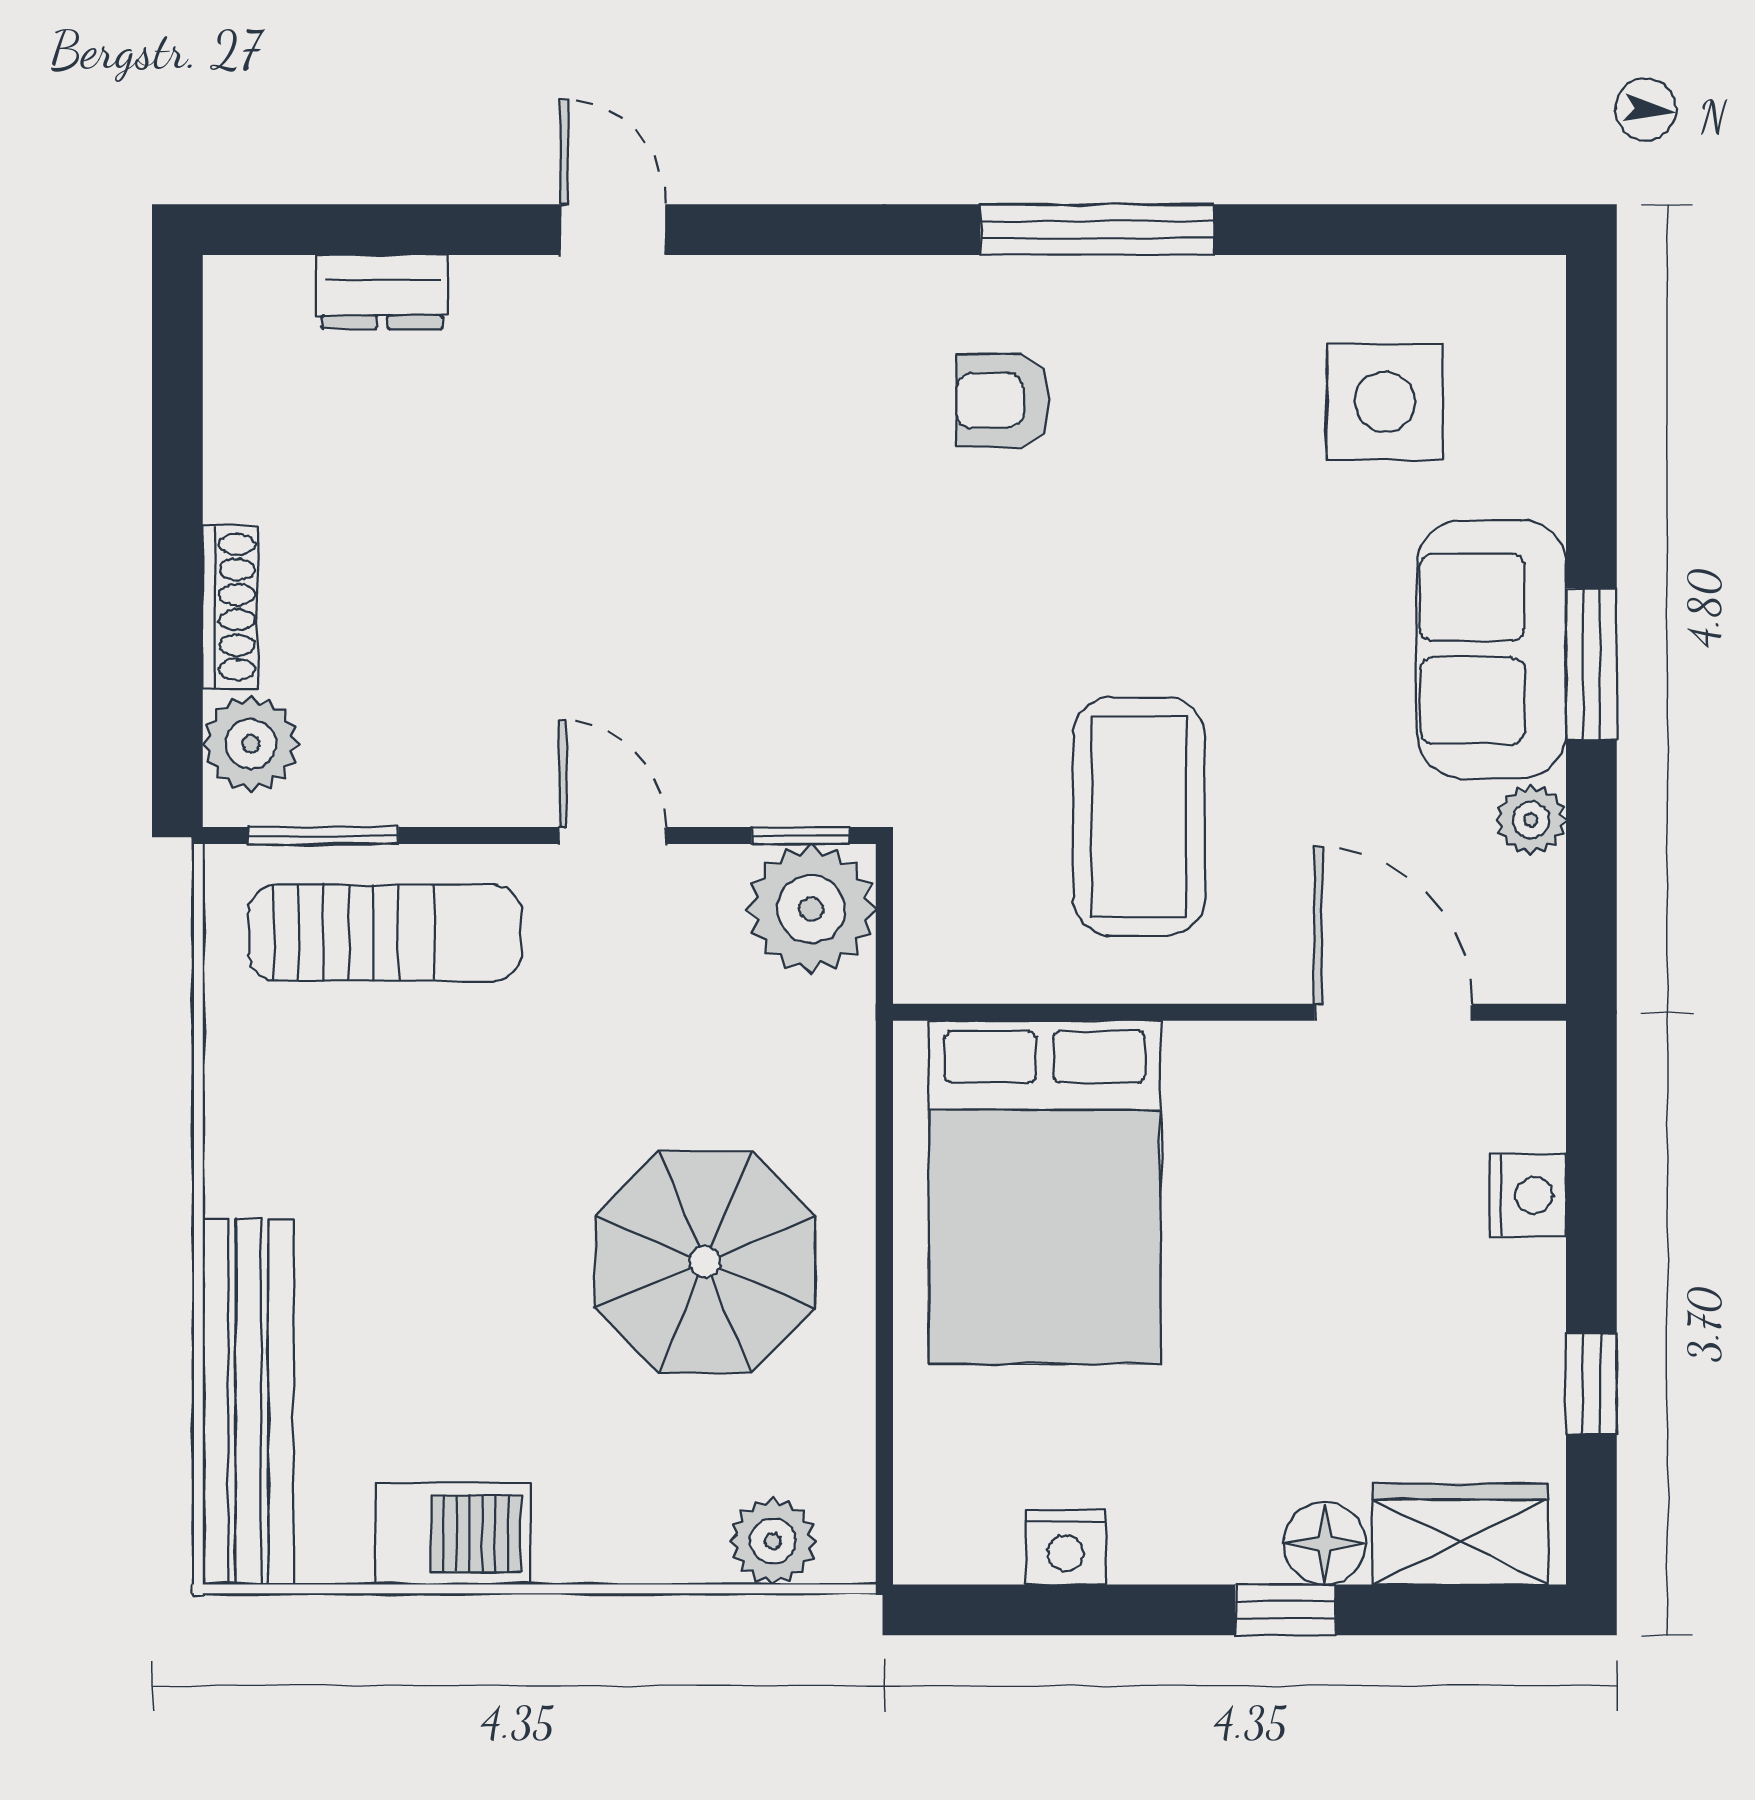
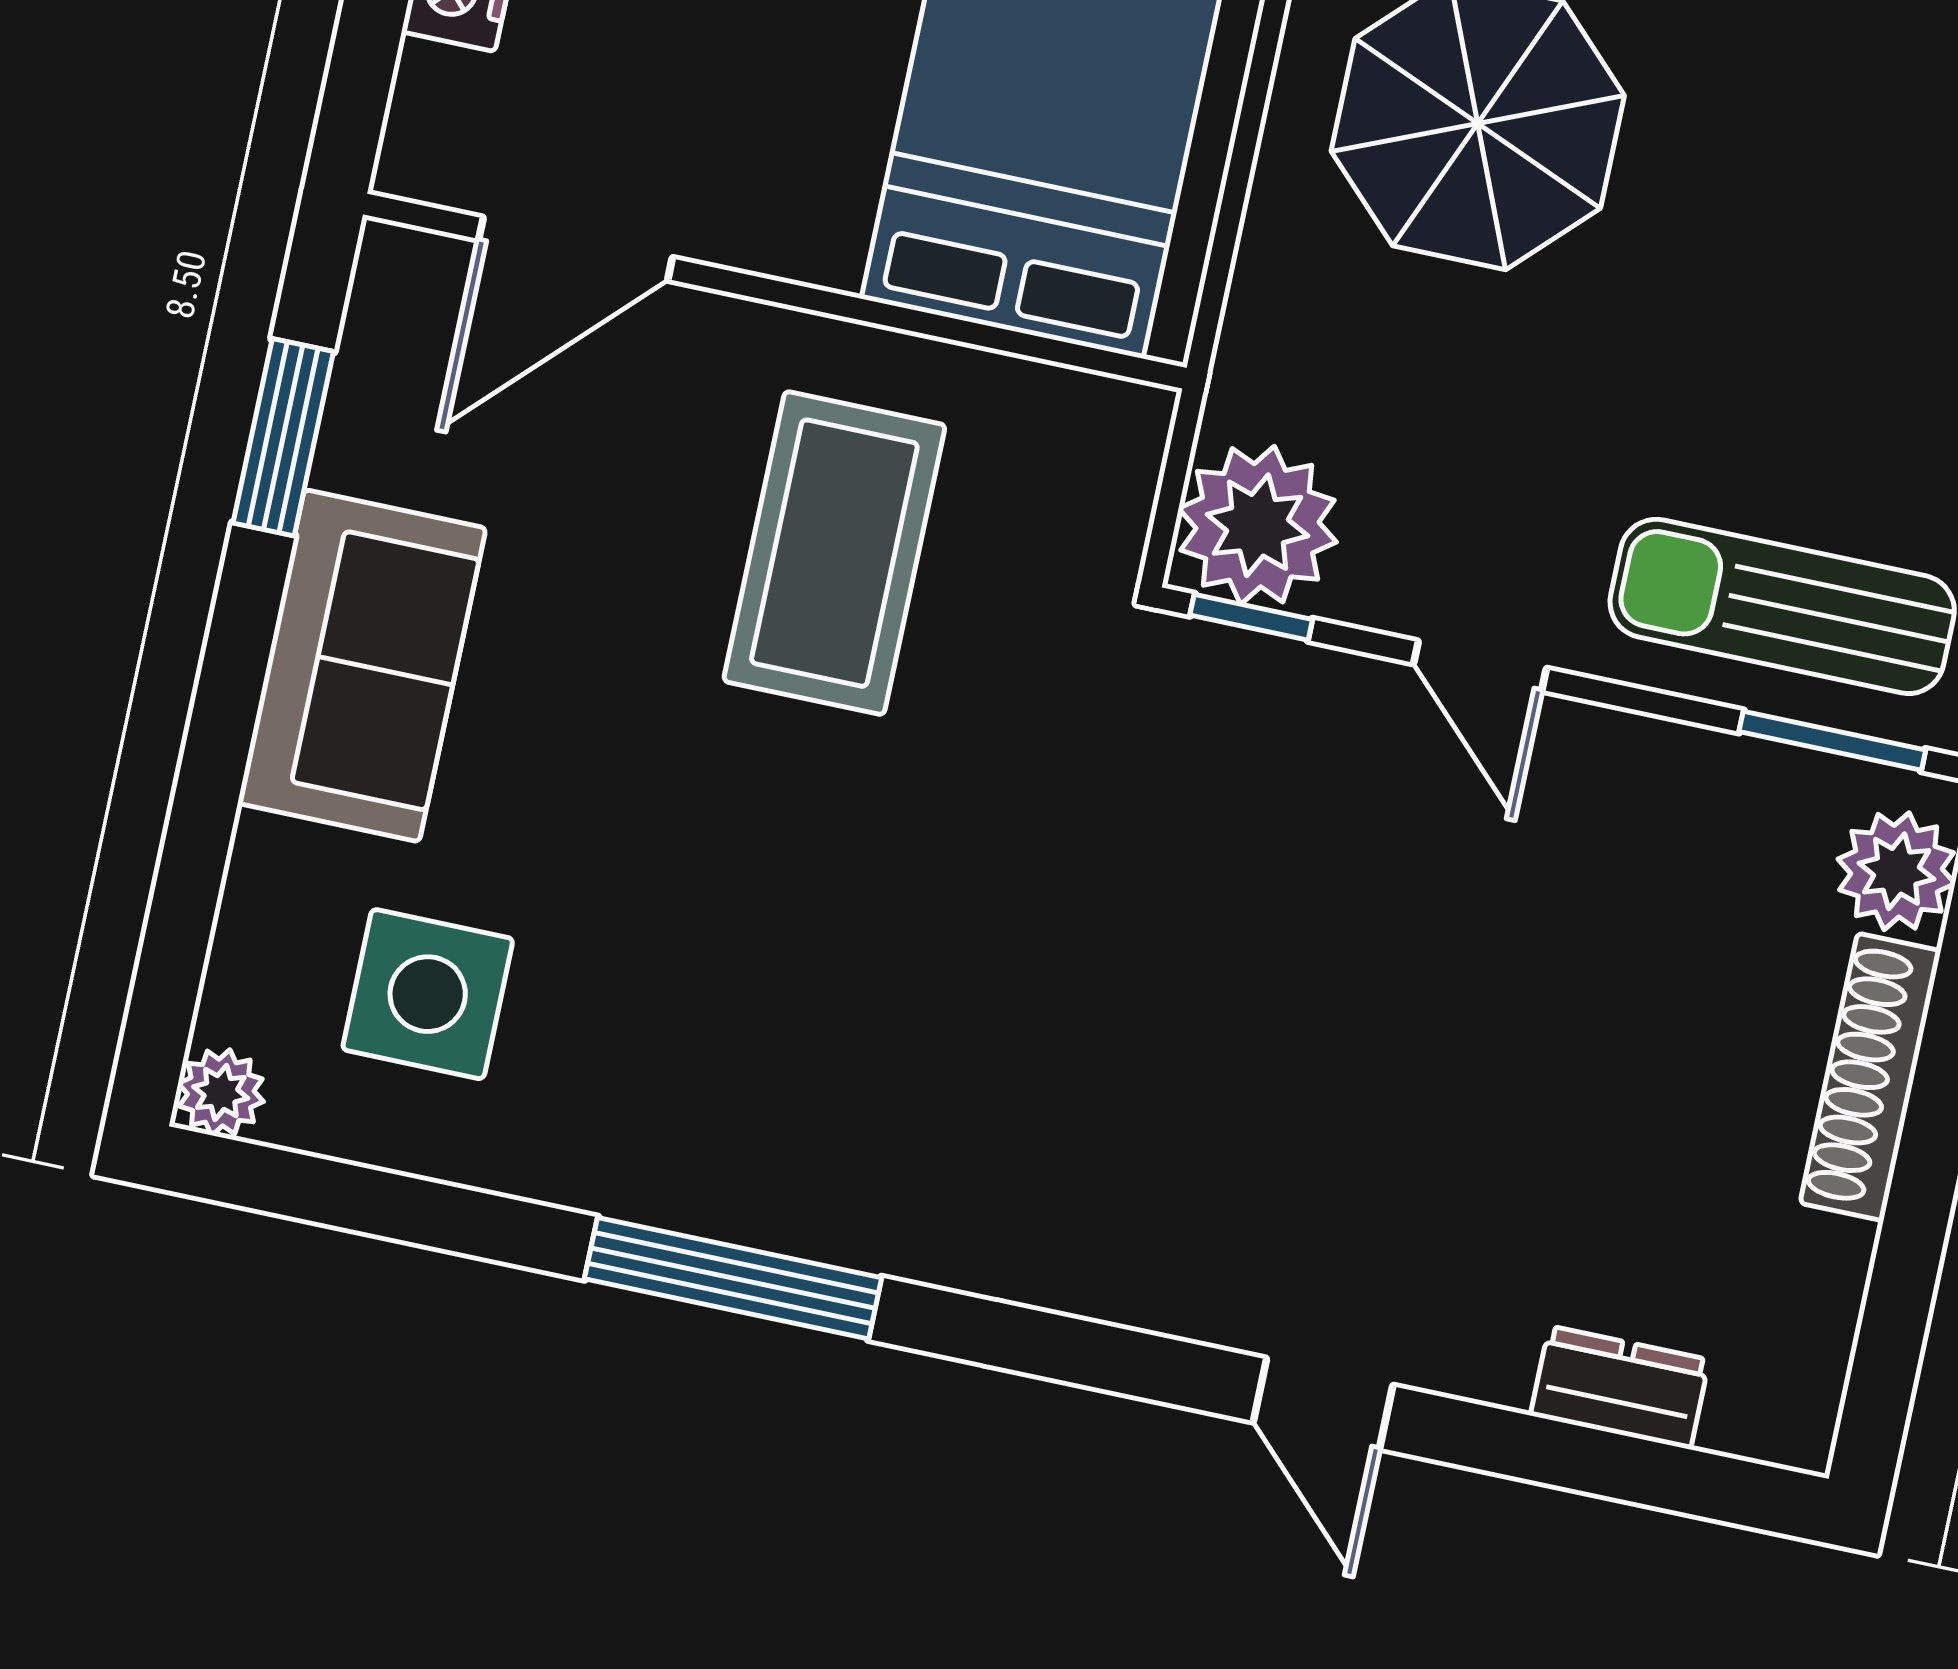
armchair: (1003, 400) -> (892, 1095), removed
shoe rack: (230, 607) -> (1871, 1077), width x1.36, depth x1.24
window: (1591, 664) -> (283, 437), moved
plant: (1531, 820) -> (221, 1092), moved
door: (1393, 1012) -> (575, 249), hinge flipped

